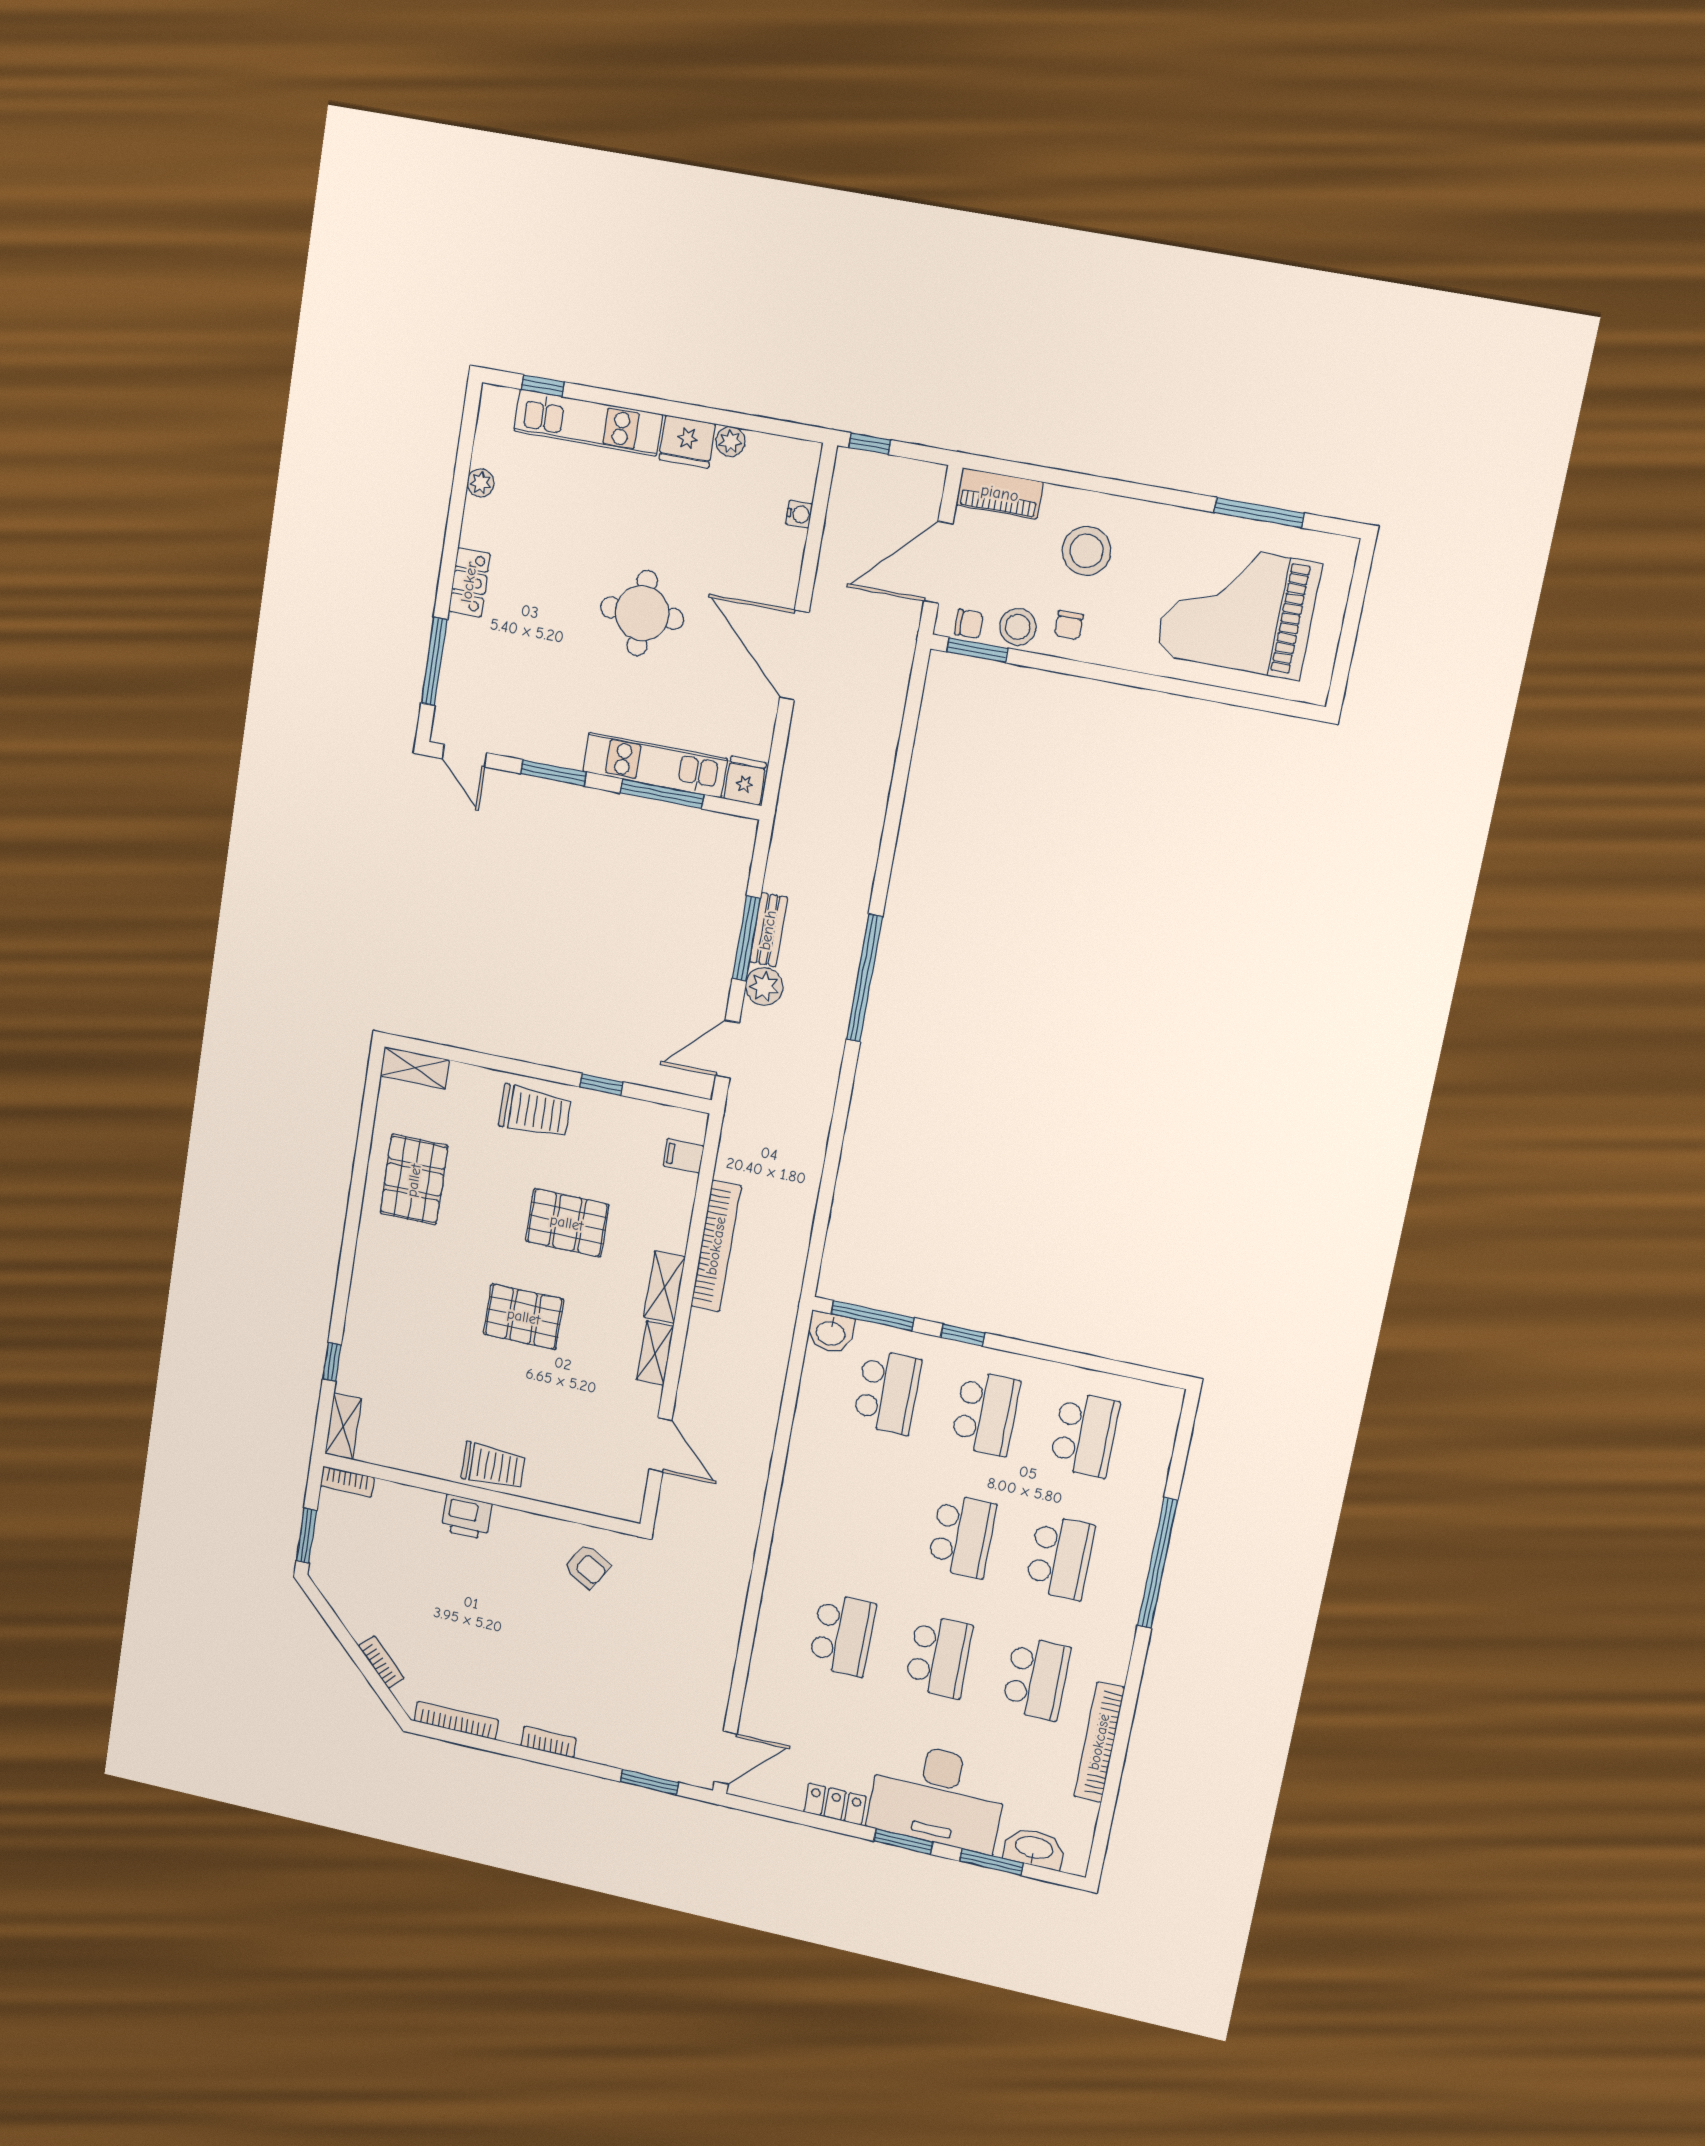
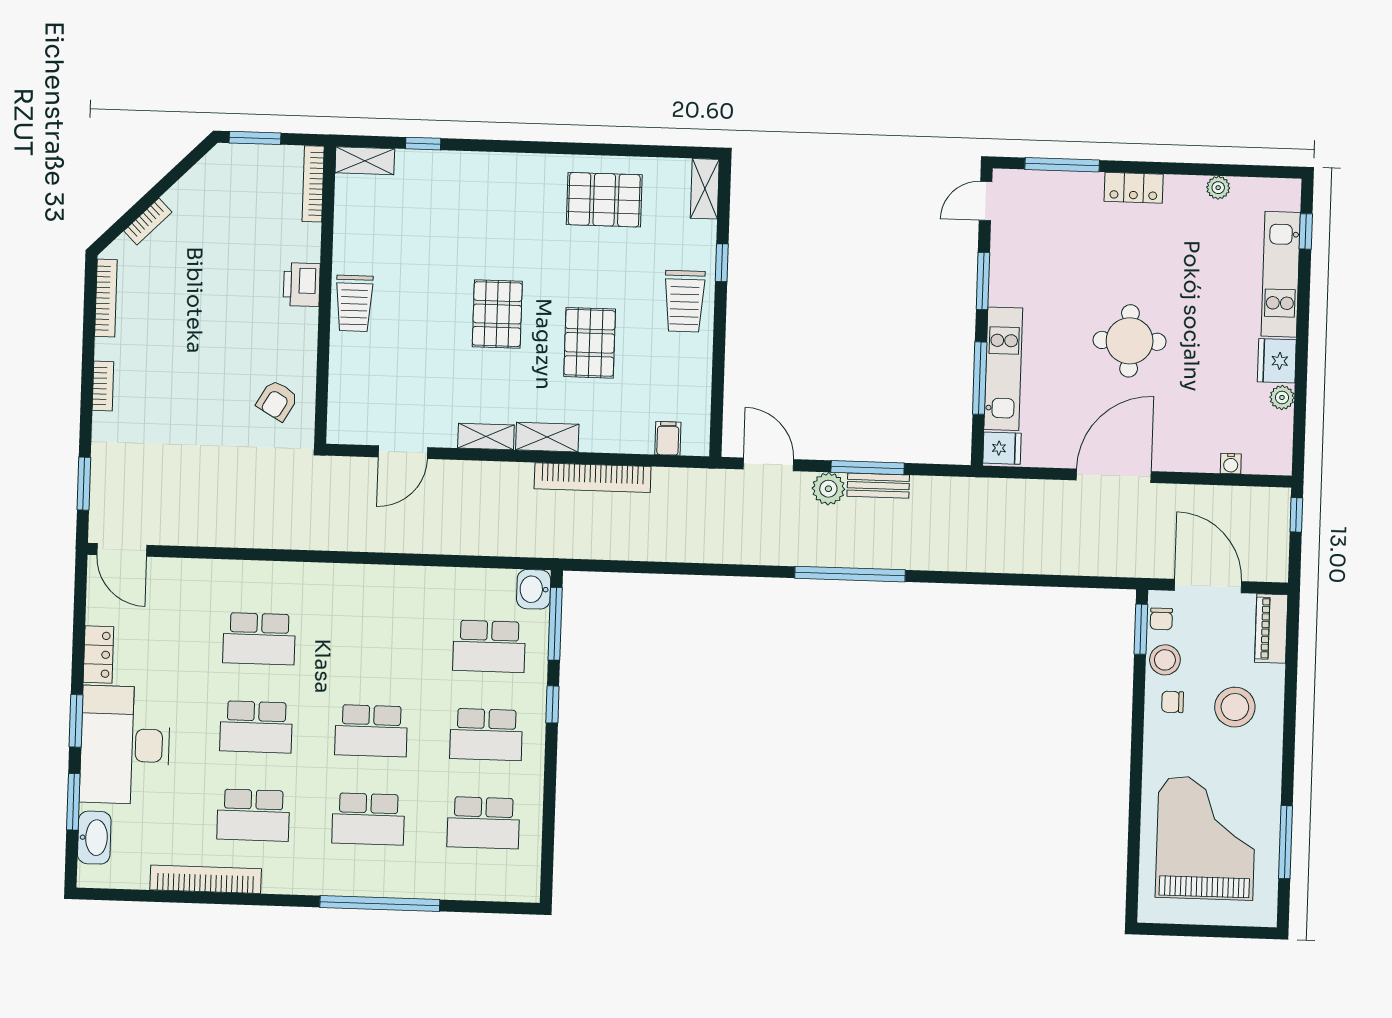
window: (601, 1084) -> (722, 263), moved
bookcase: (347, 1482) -> (313, 184), width x1.56

